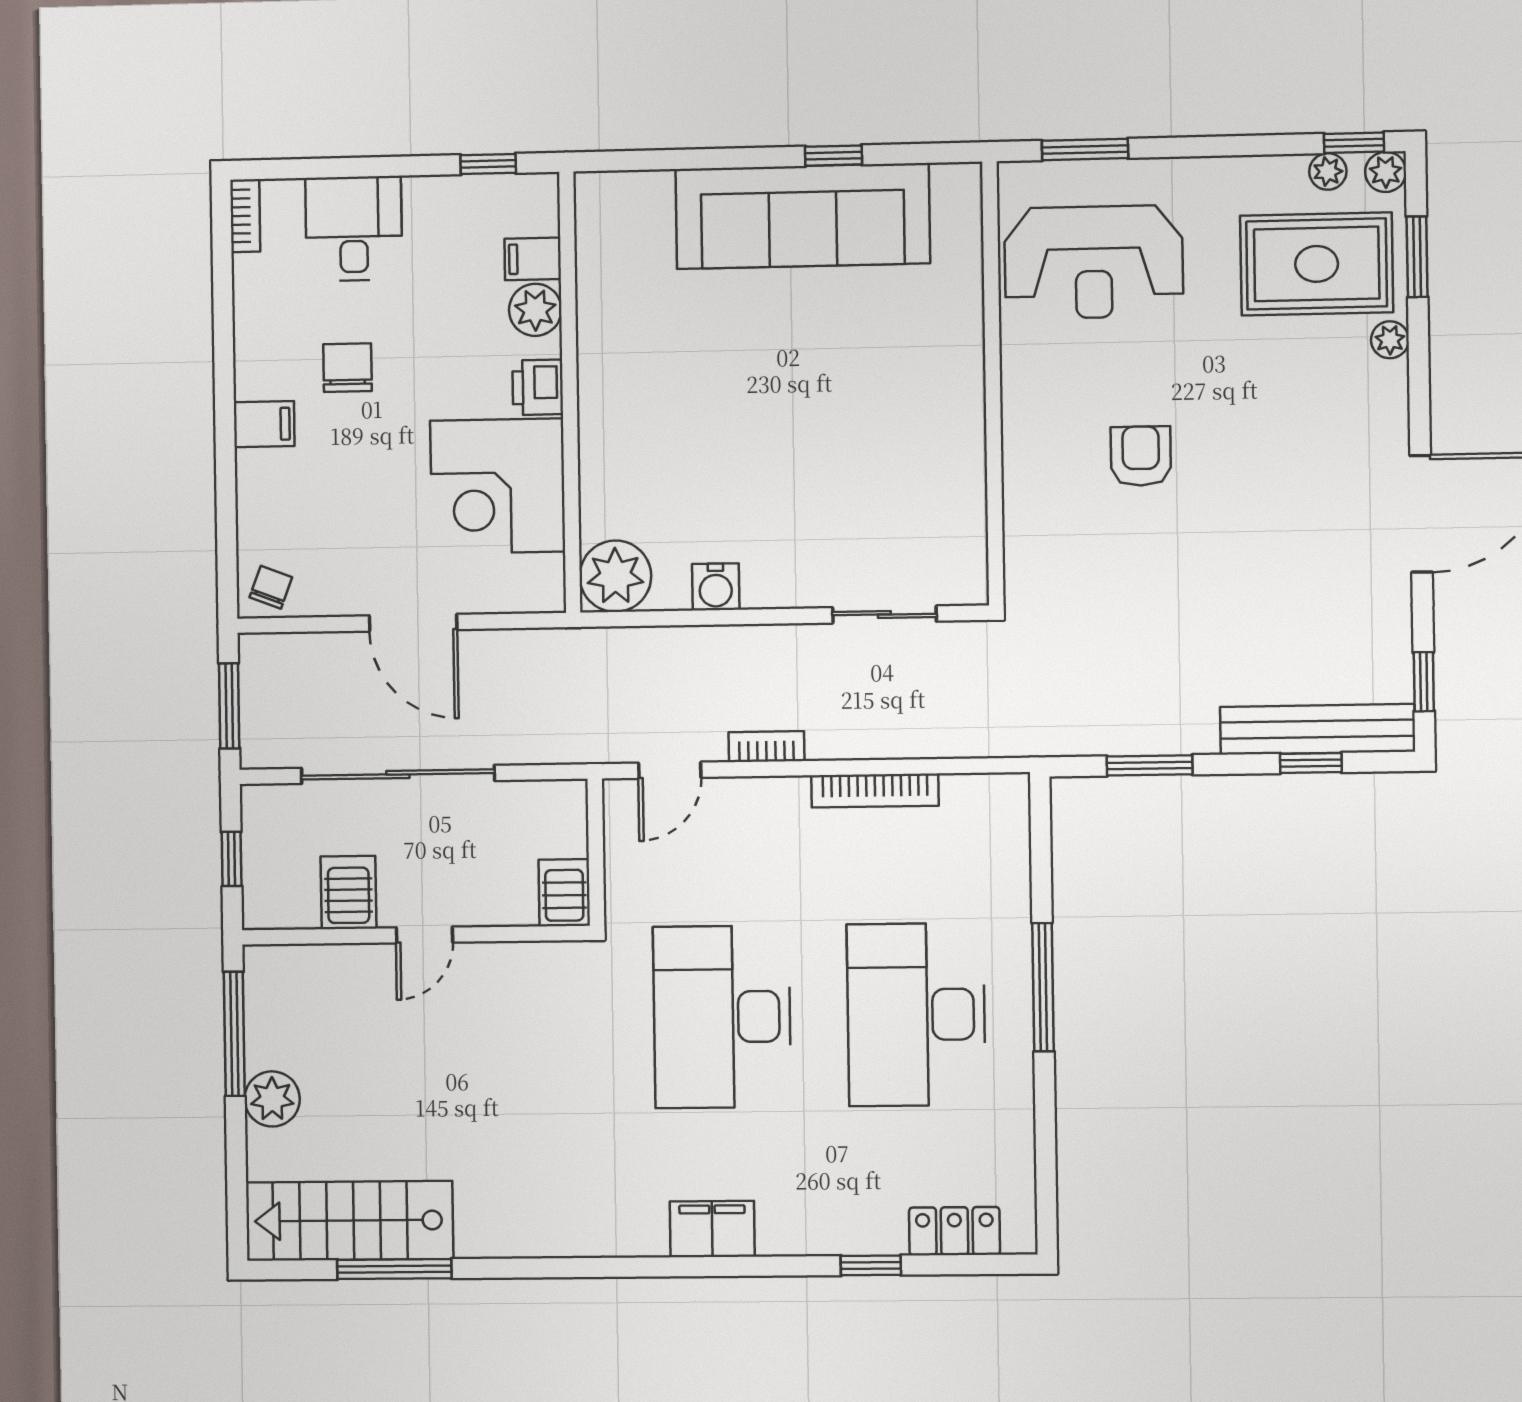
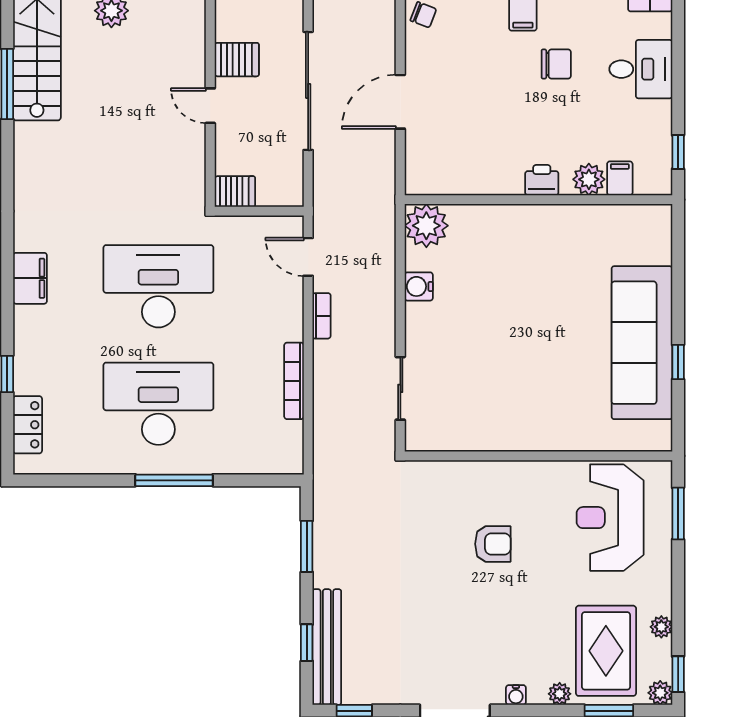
plant: (1328, 171) -> (661, 627), moved
water cooler: (1393, 413) -> (516, 695), added
corner desk: (498, 486) -> (482, 155), removed

